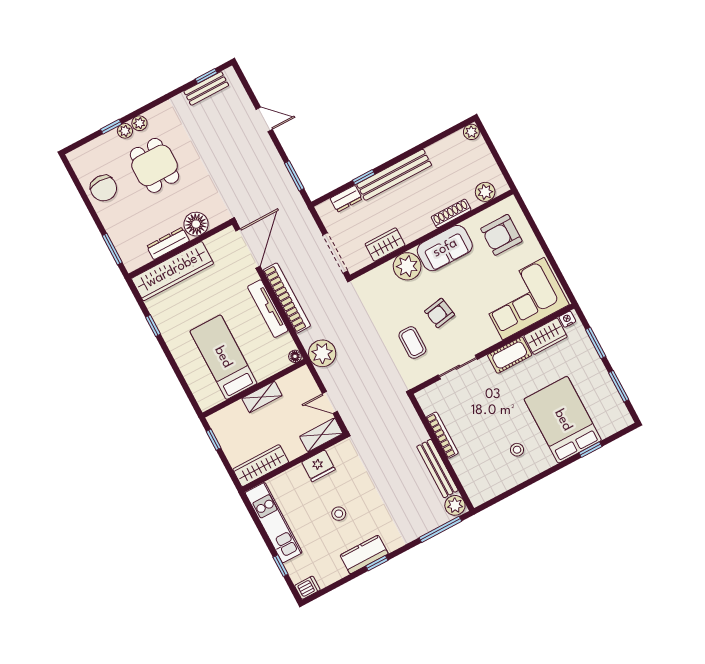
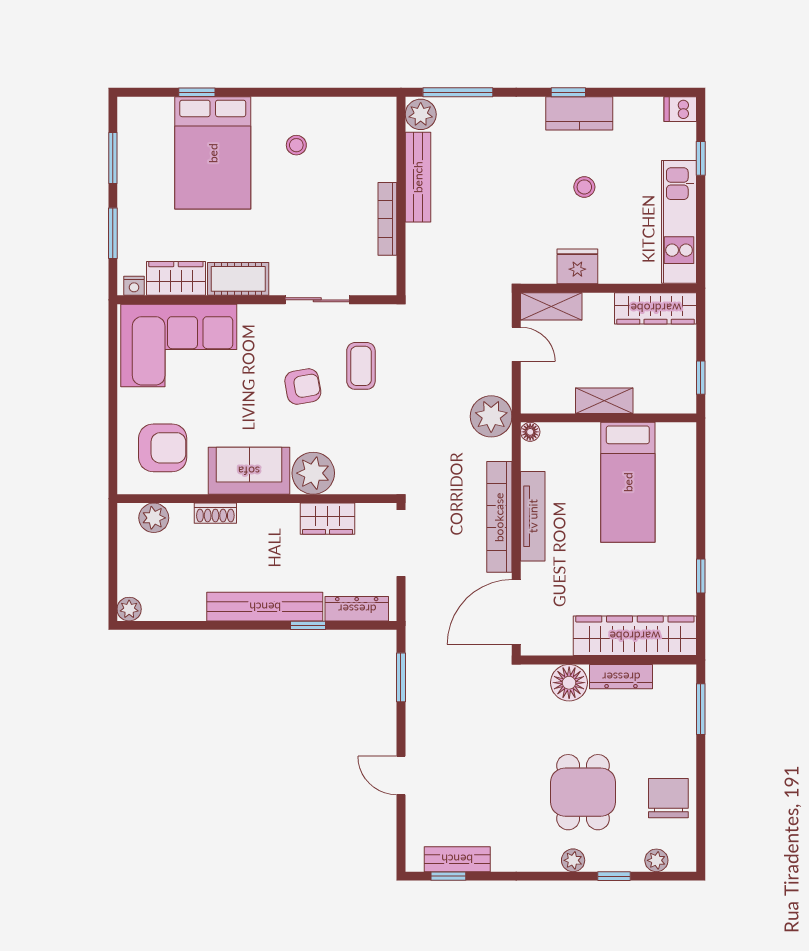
plant: (125, 131) -> (656, 860), moved
dresser: (346, 199) -> (357, 609), width x1.44
shoe rack: (451, 213) -> (215, 513), width x0.70

